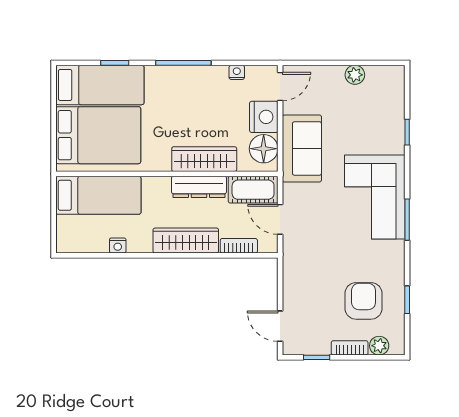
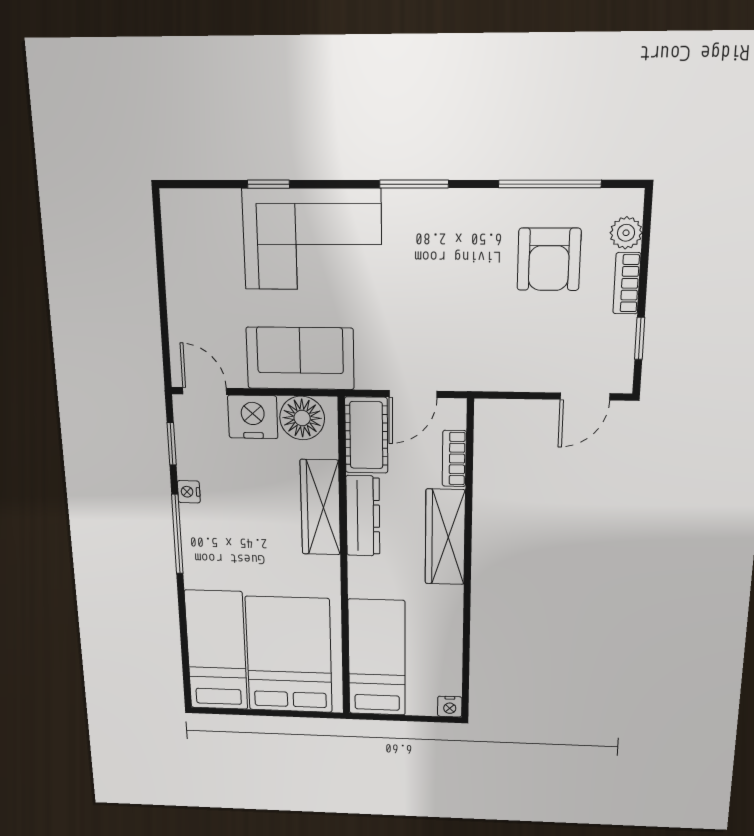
window: (115, 63) -> (172, 444), moved
nightstand: (237, 72) -> (189, 492), moved
plant: (355, 75) -> (180, 272), removed
corner sofa: (375, 197) -> (312, 239), moved
nightstand: (118, 245) -> (450, 707), moved, turned 90
window: (407, 300) -> (550, 184), width x2.17
armchair: (364, 301) -> (549, 259), turned -90

